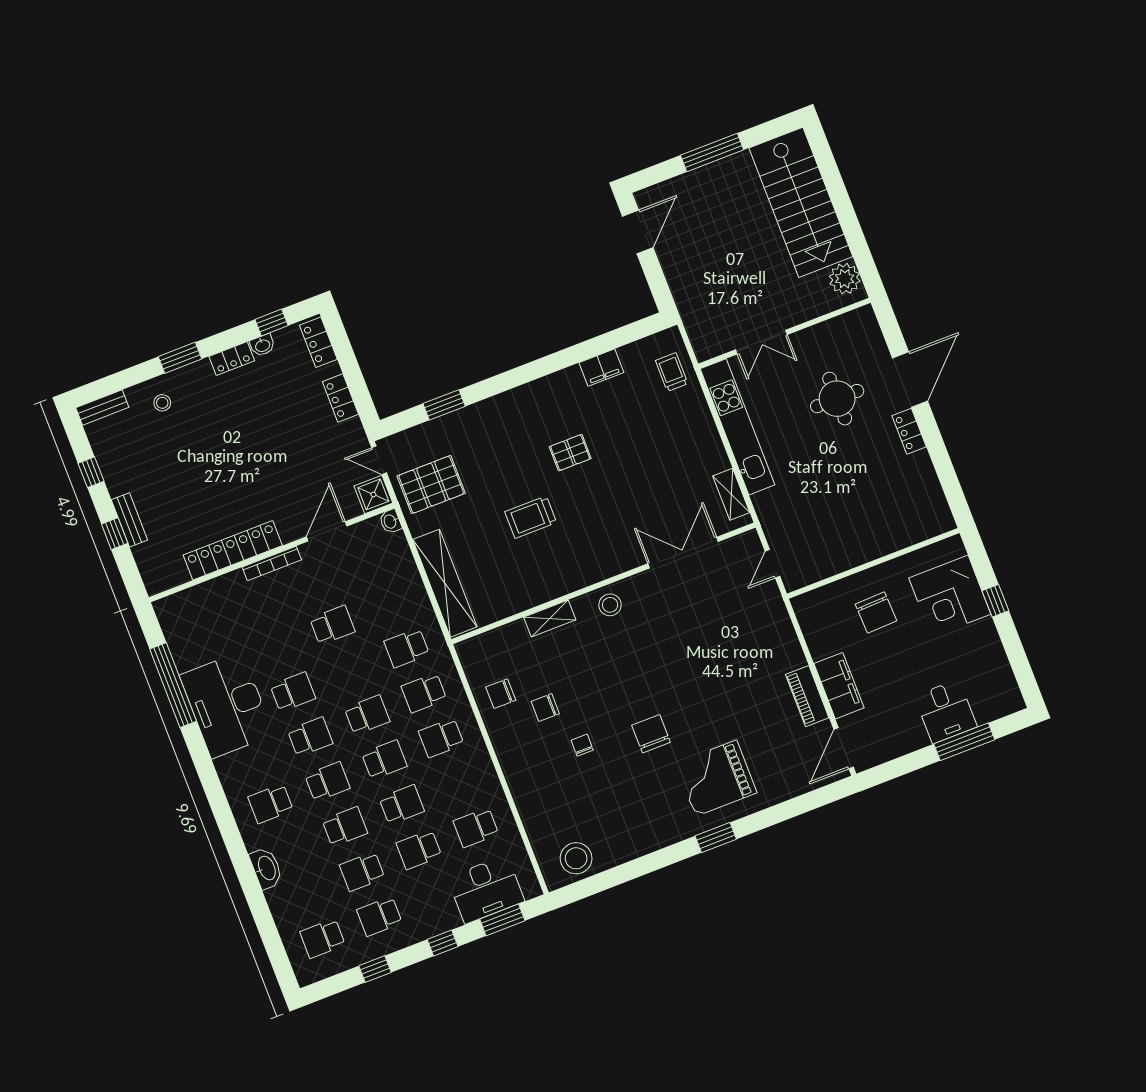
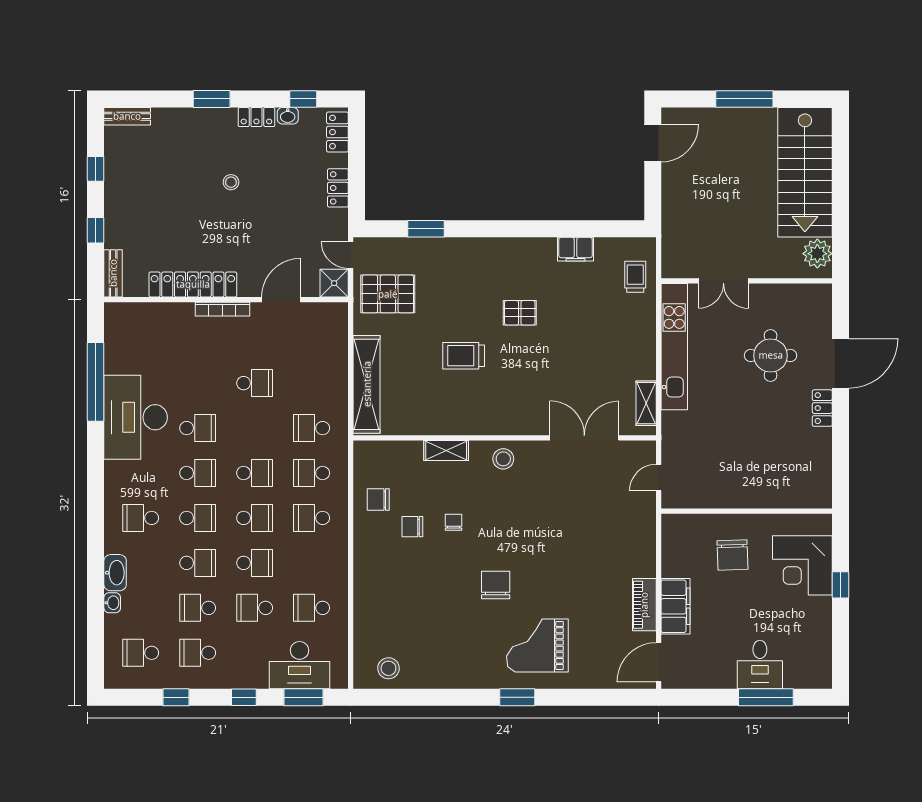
stool: (162, 403) -> (231, 182), moved
bench: (129, 520) -> (113, 273), moved
washbasin: (390, 521) -> (112, 603), moved, turned 180
chair: (582, 745) -> (454, 522), moved
stool: (576, 858) -> (388, 668), width x0.73, depth x0.73

